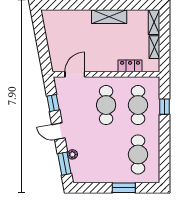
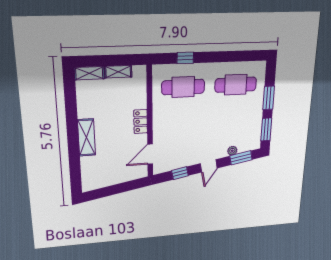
shelving: (109, 17) -> (86, 138), moved
locker: (130, 66) -> (141, 122), moved
door: (75, 74) -> (150, 154), hinge flipped
cafe table: (106, 105) -> (183, 121), removed
window: (92, 188) -> (266, 129), added

